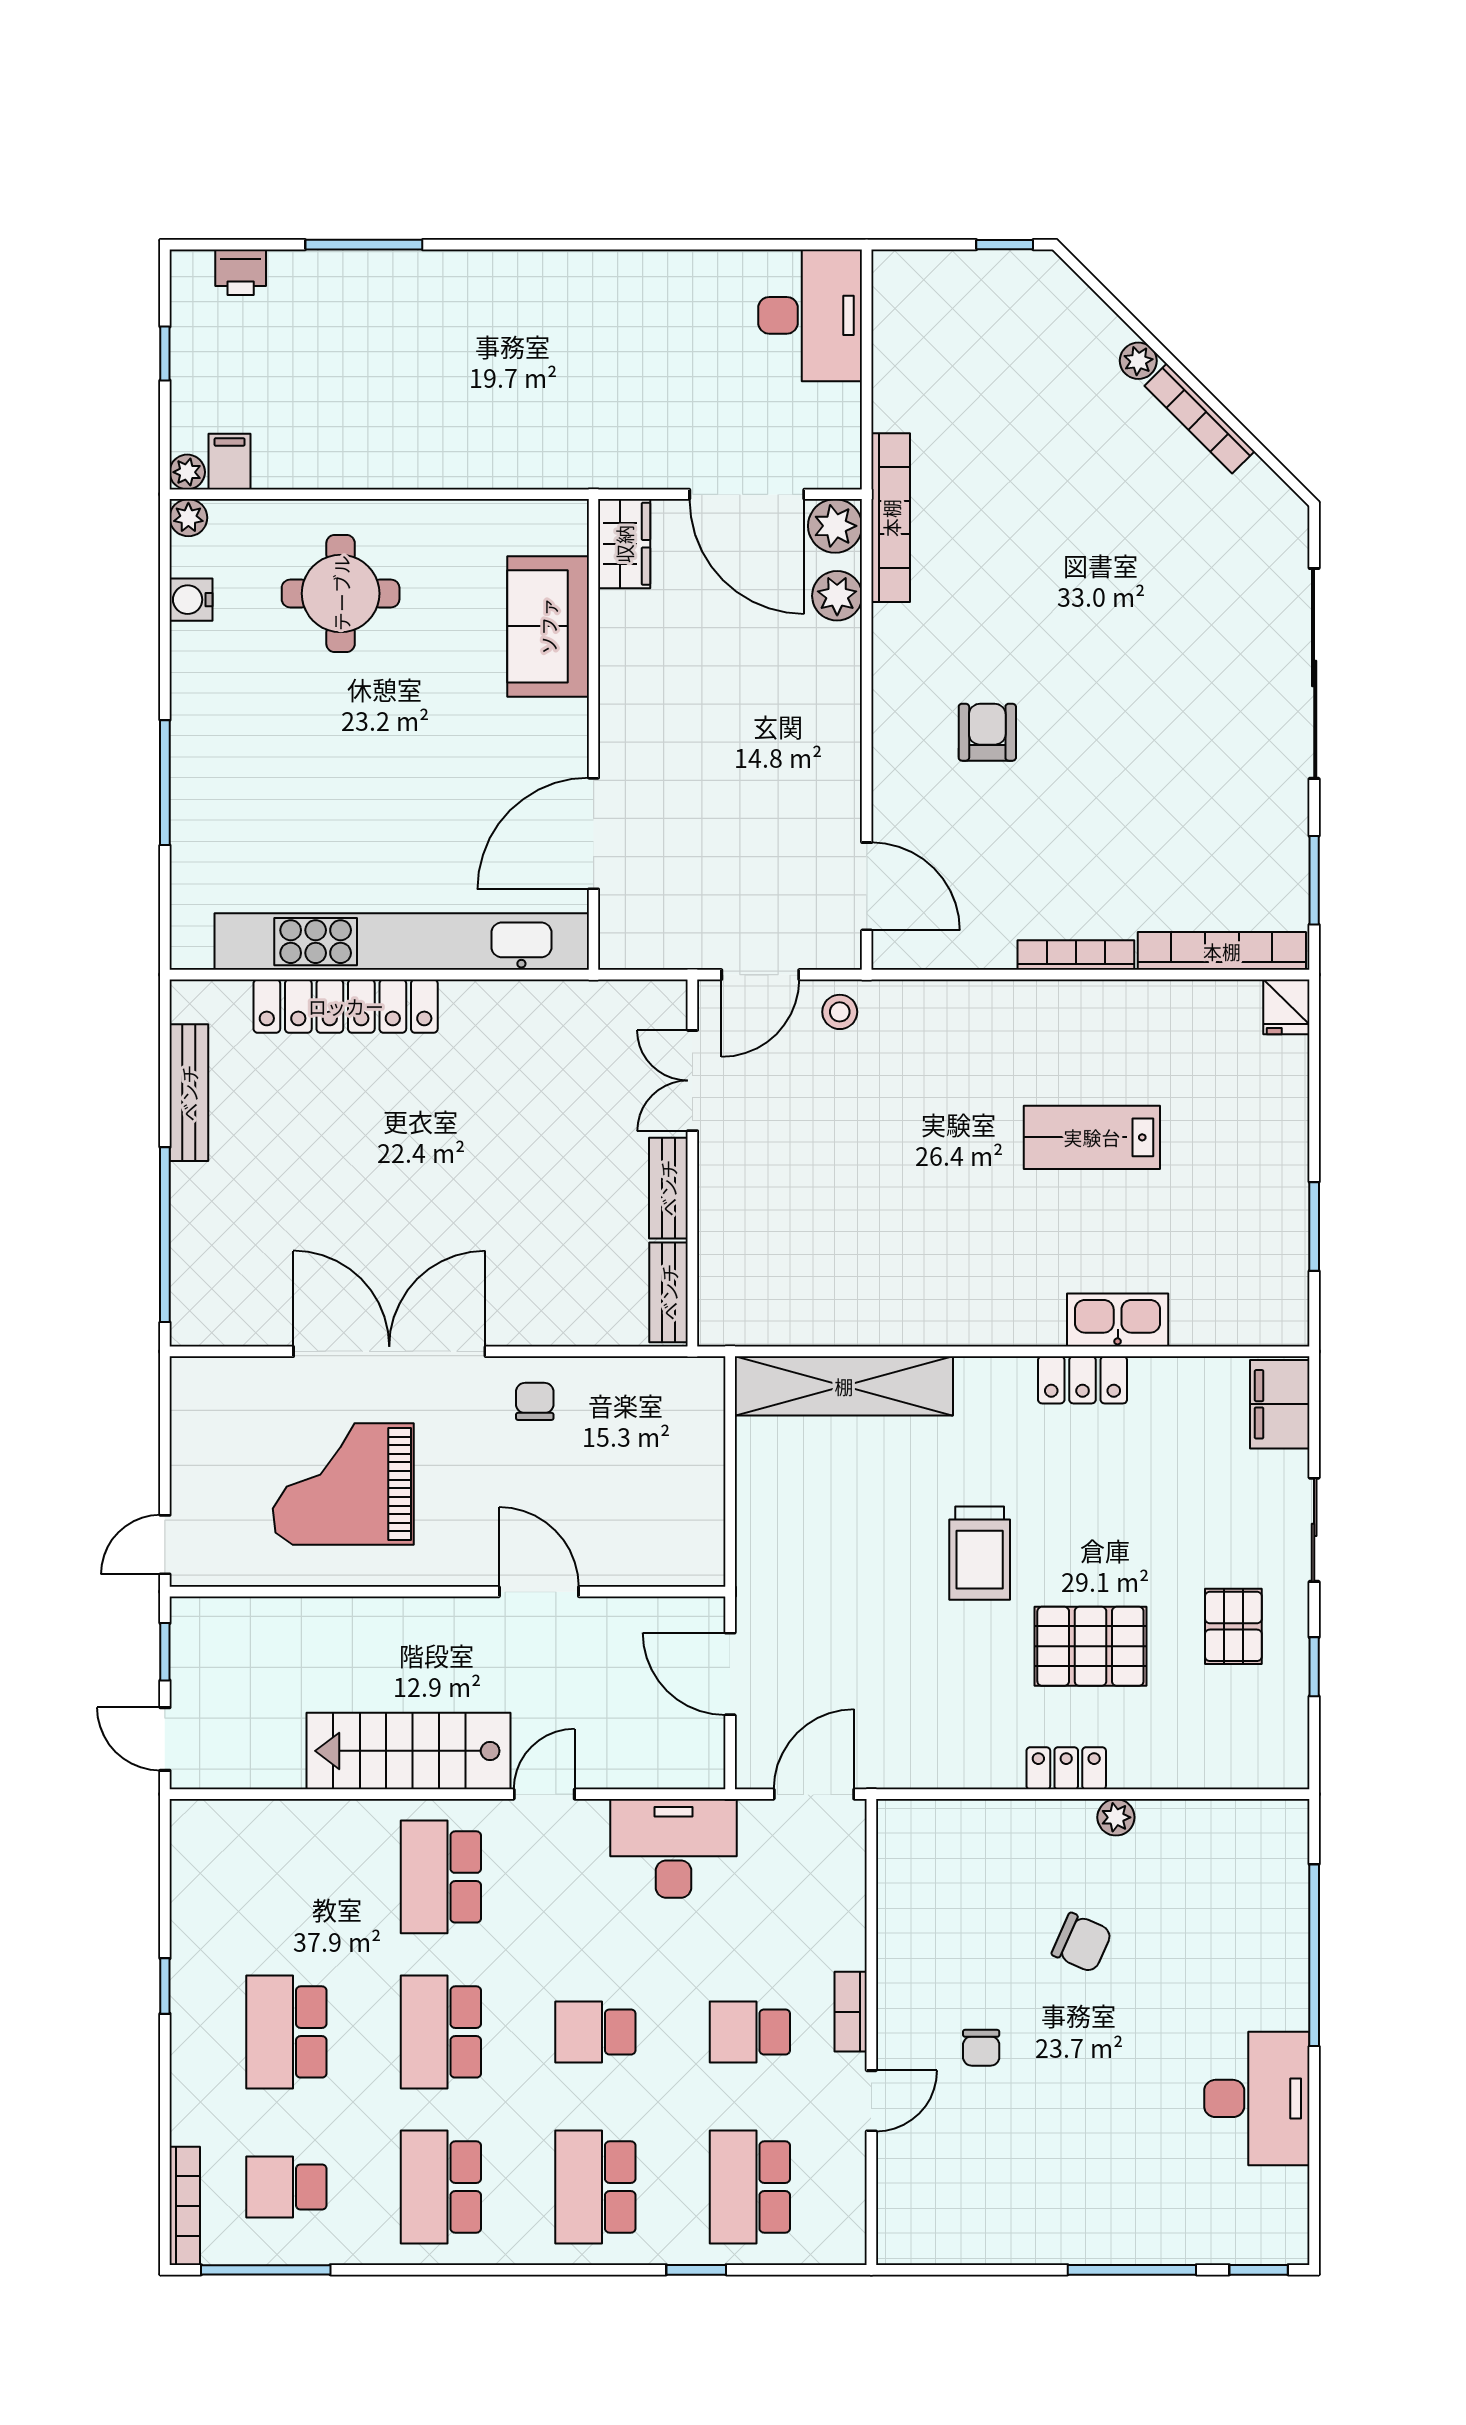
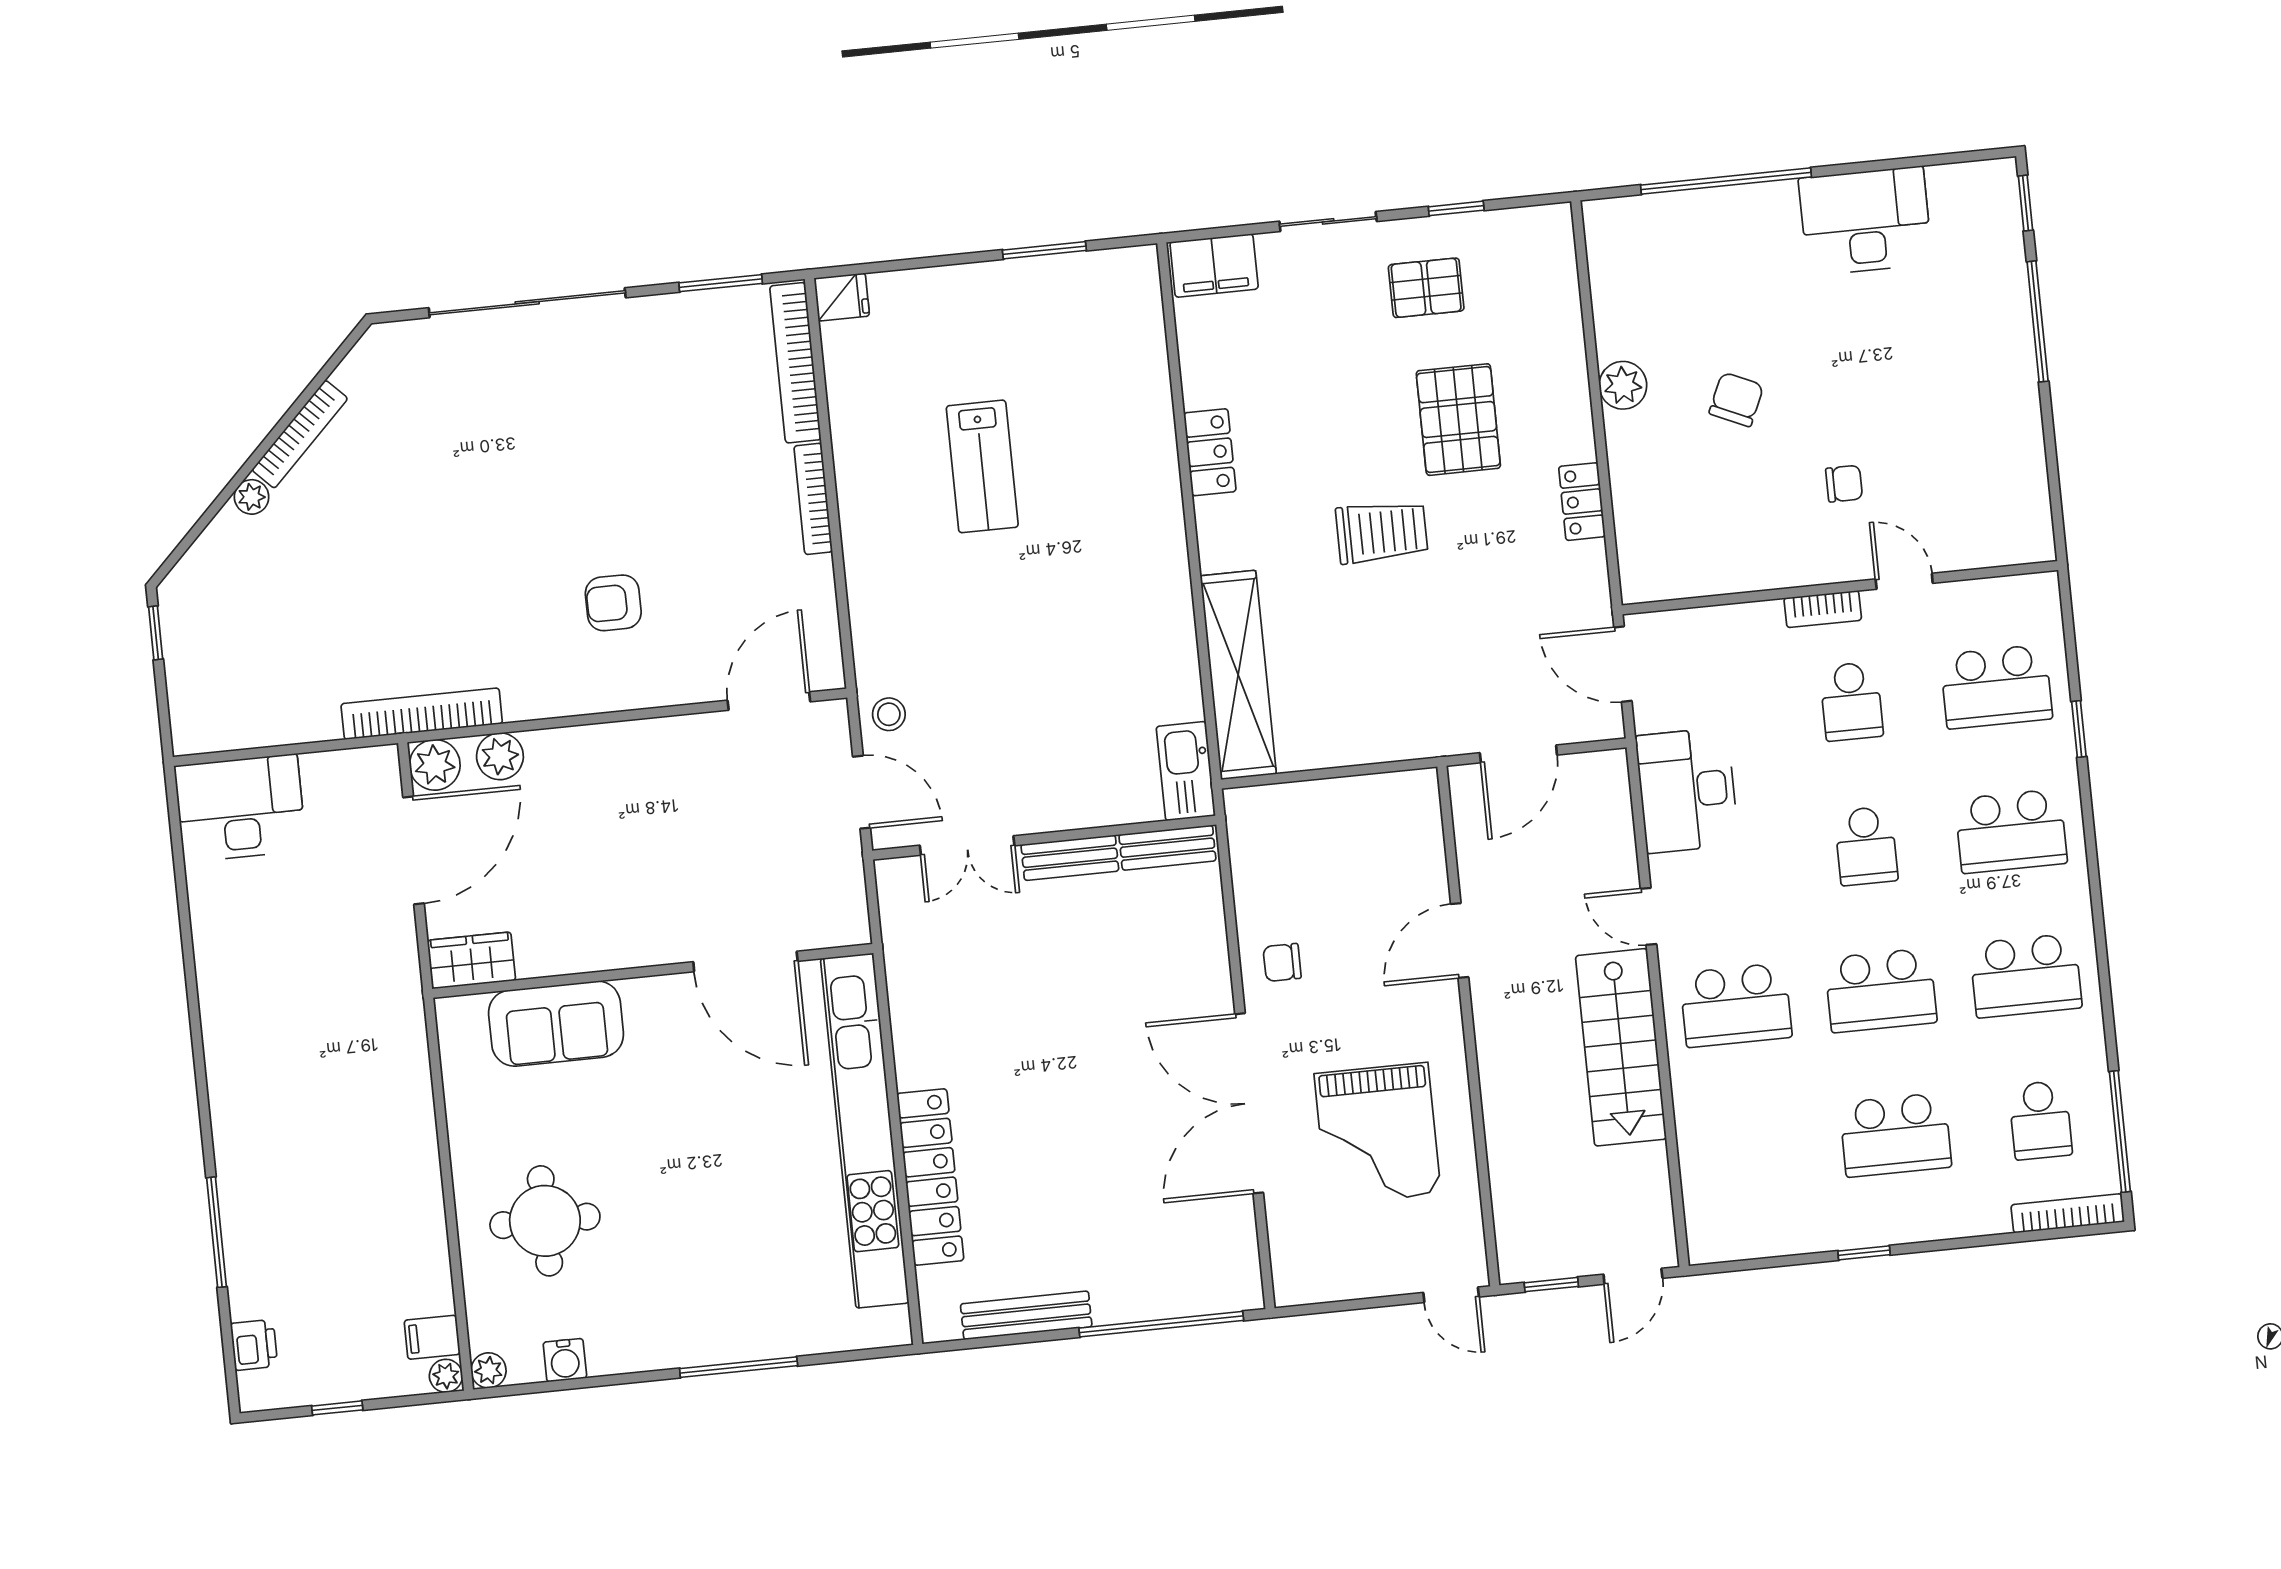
kitchen sink: (1118, 1320) -> (1186, 771), moved
locker: (1066, 1768) -> (1582, 502), moved
plant: (1116, 1817) -> (1623, 385), width x1.38, depth x1.38

